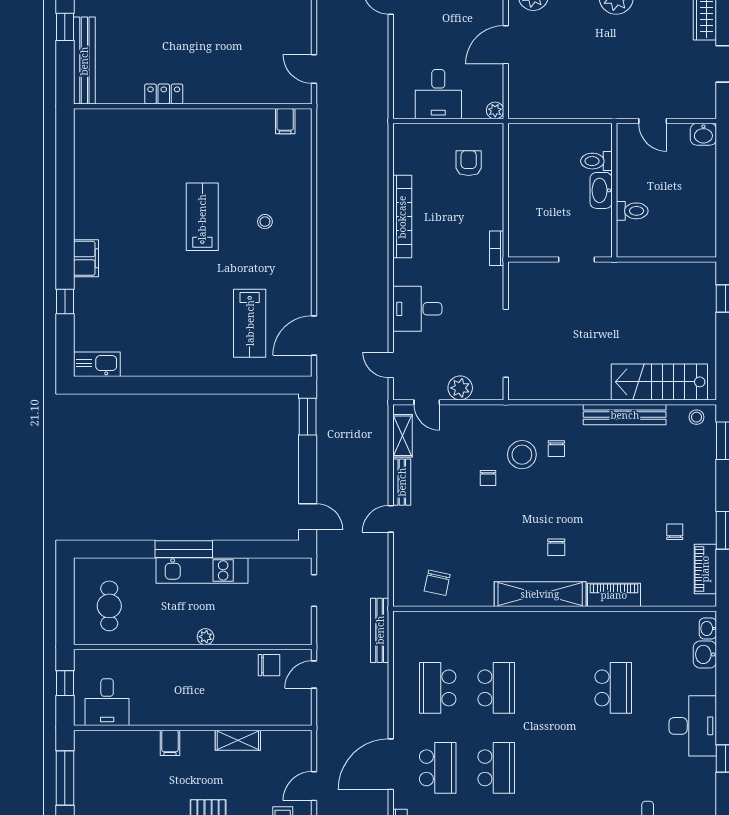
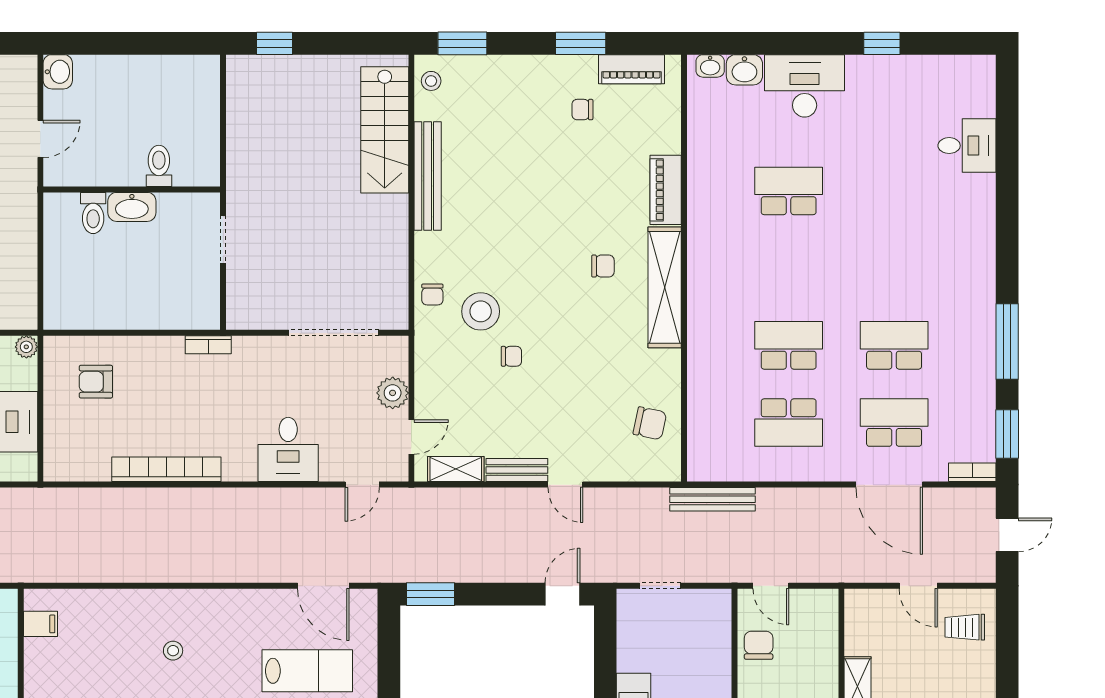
chair: (556, 449) -> (432, 294), moved, turned 90
desk: (693, 726) -> (805, 86), moved

